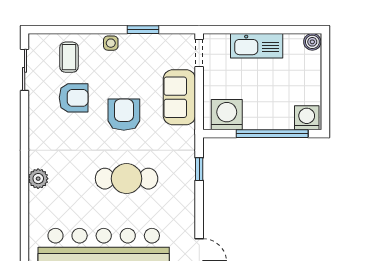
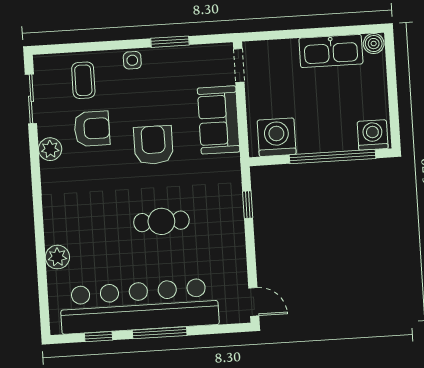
kitchen sink: (257, 46) -> (331, 51), moved
plant: (38, 113) -> (50, 149), added
plant: (38, 179) -> (57, 257), moved
cafe table: (127, 179) -> (161, 221), width x0.73, depth x0.74

